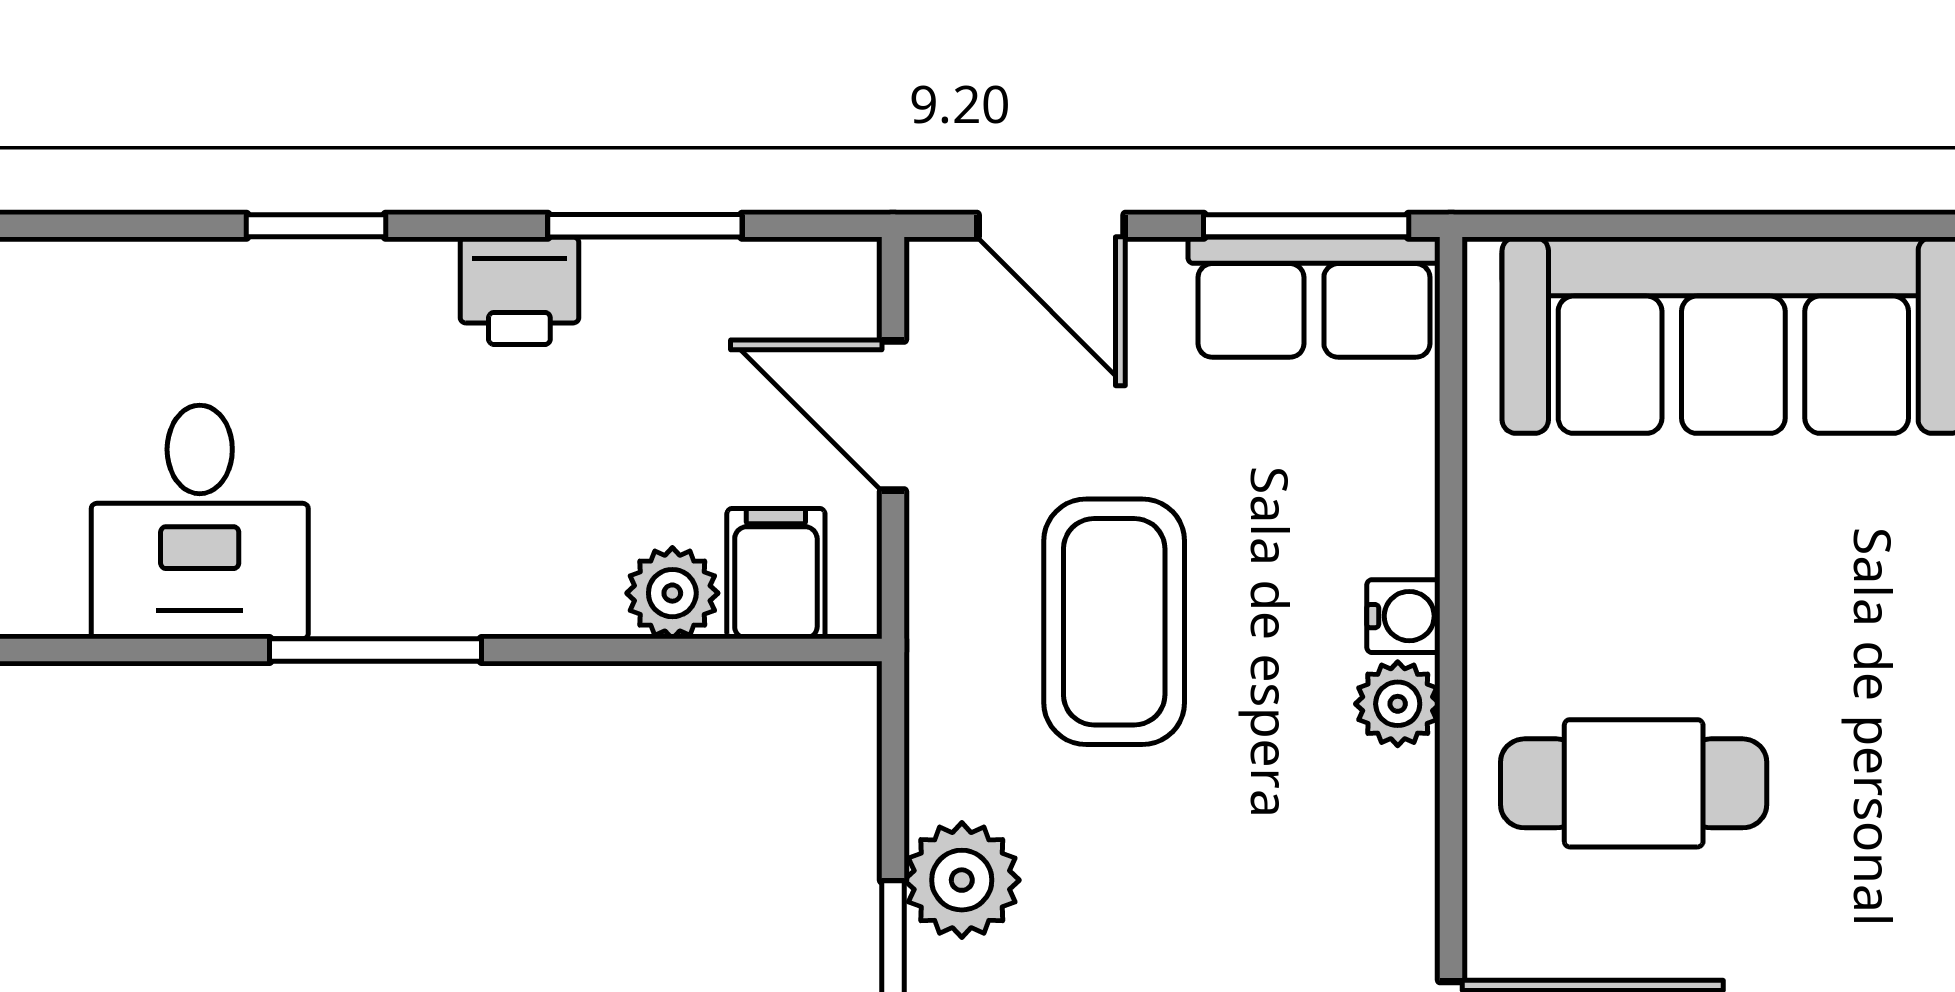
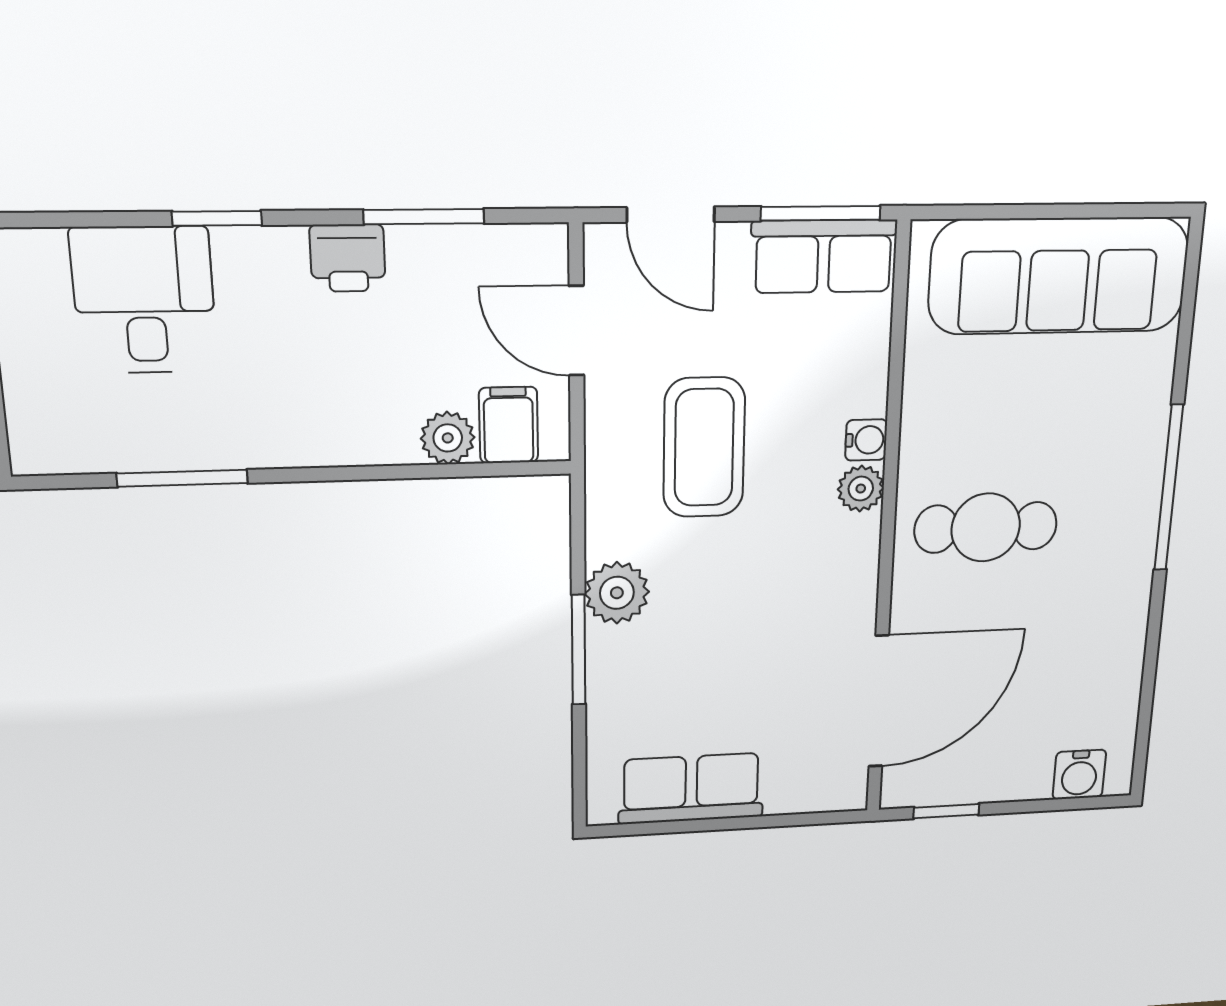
desk: (200, 522) -> (144, 300), moved, turned 180
window: (375, 650) -> (182, 478), moved

